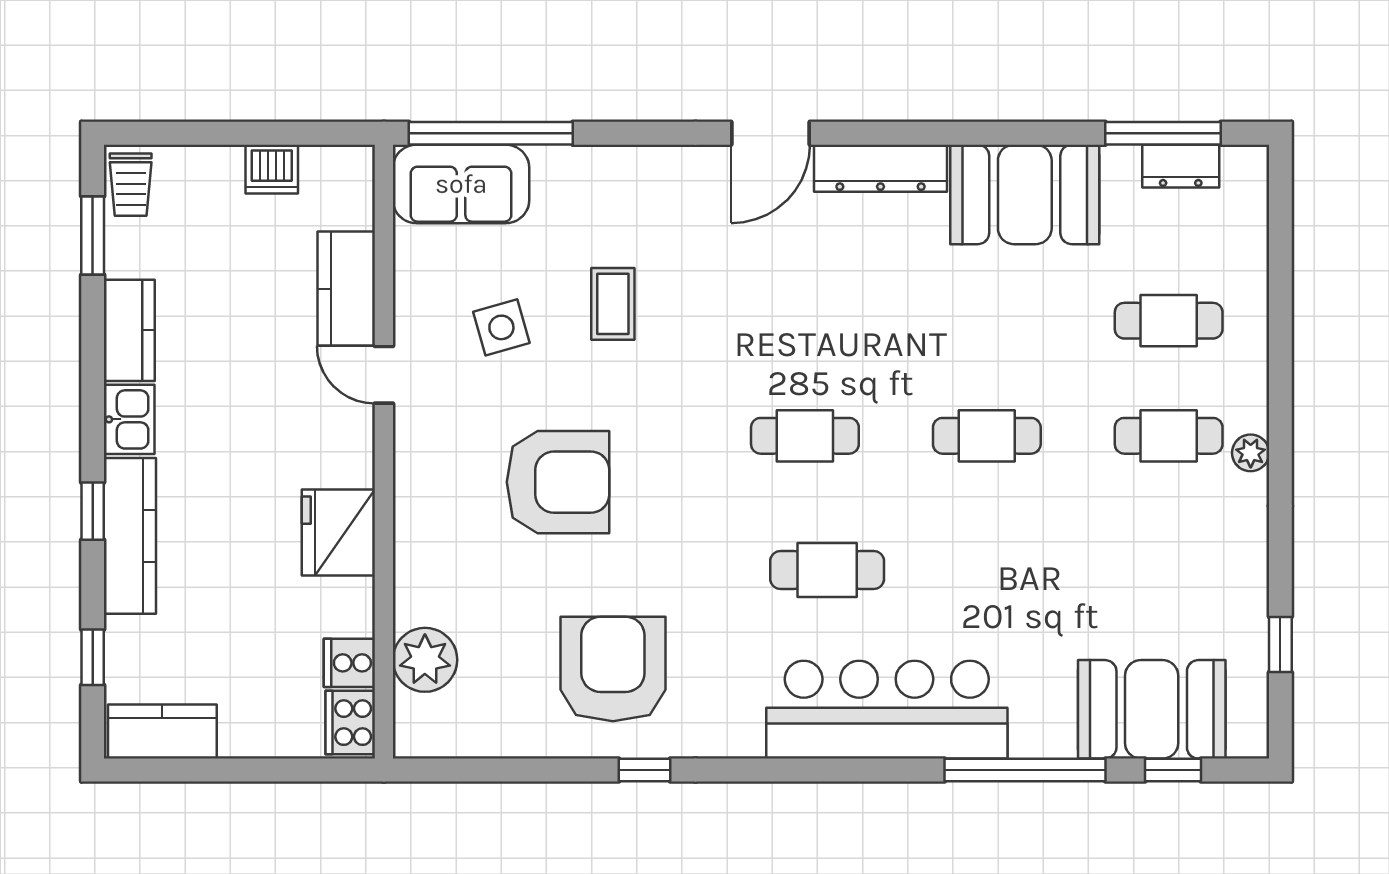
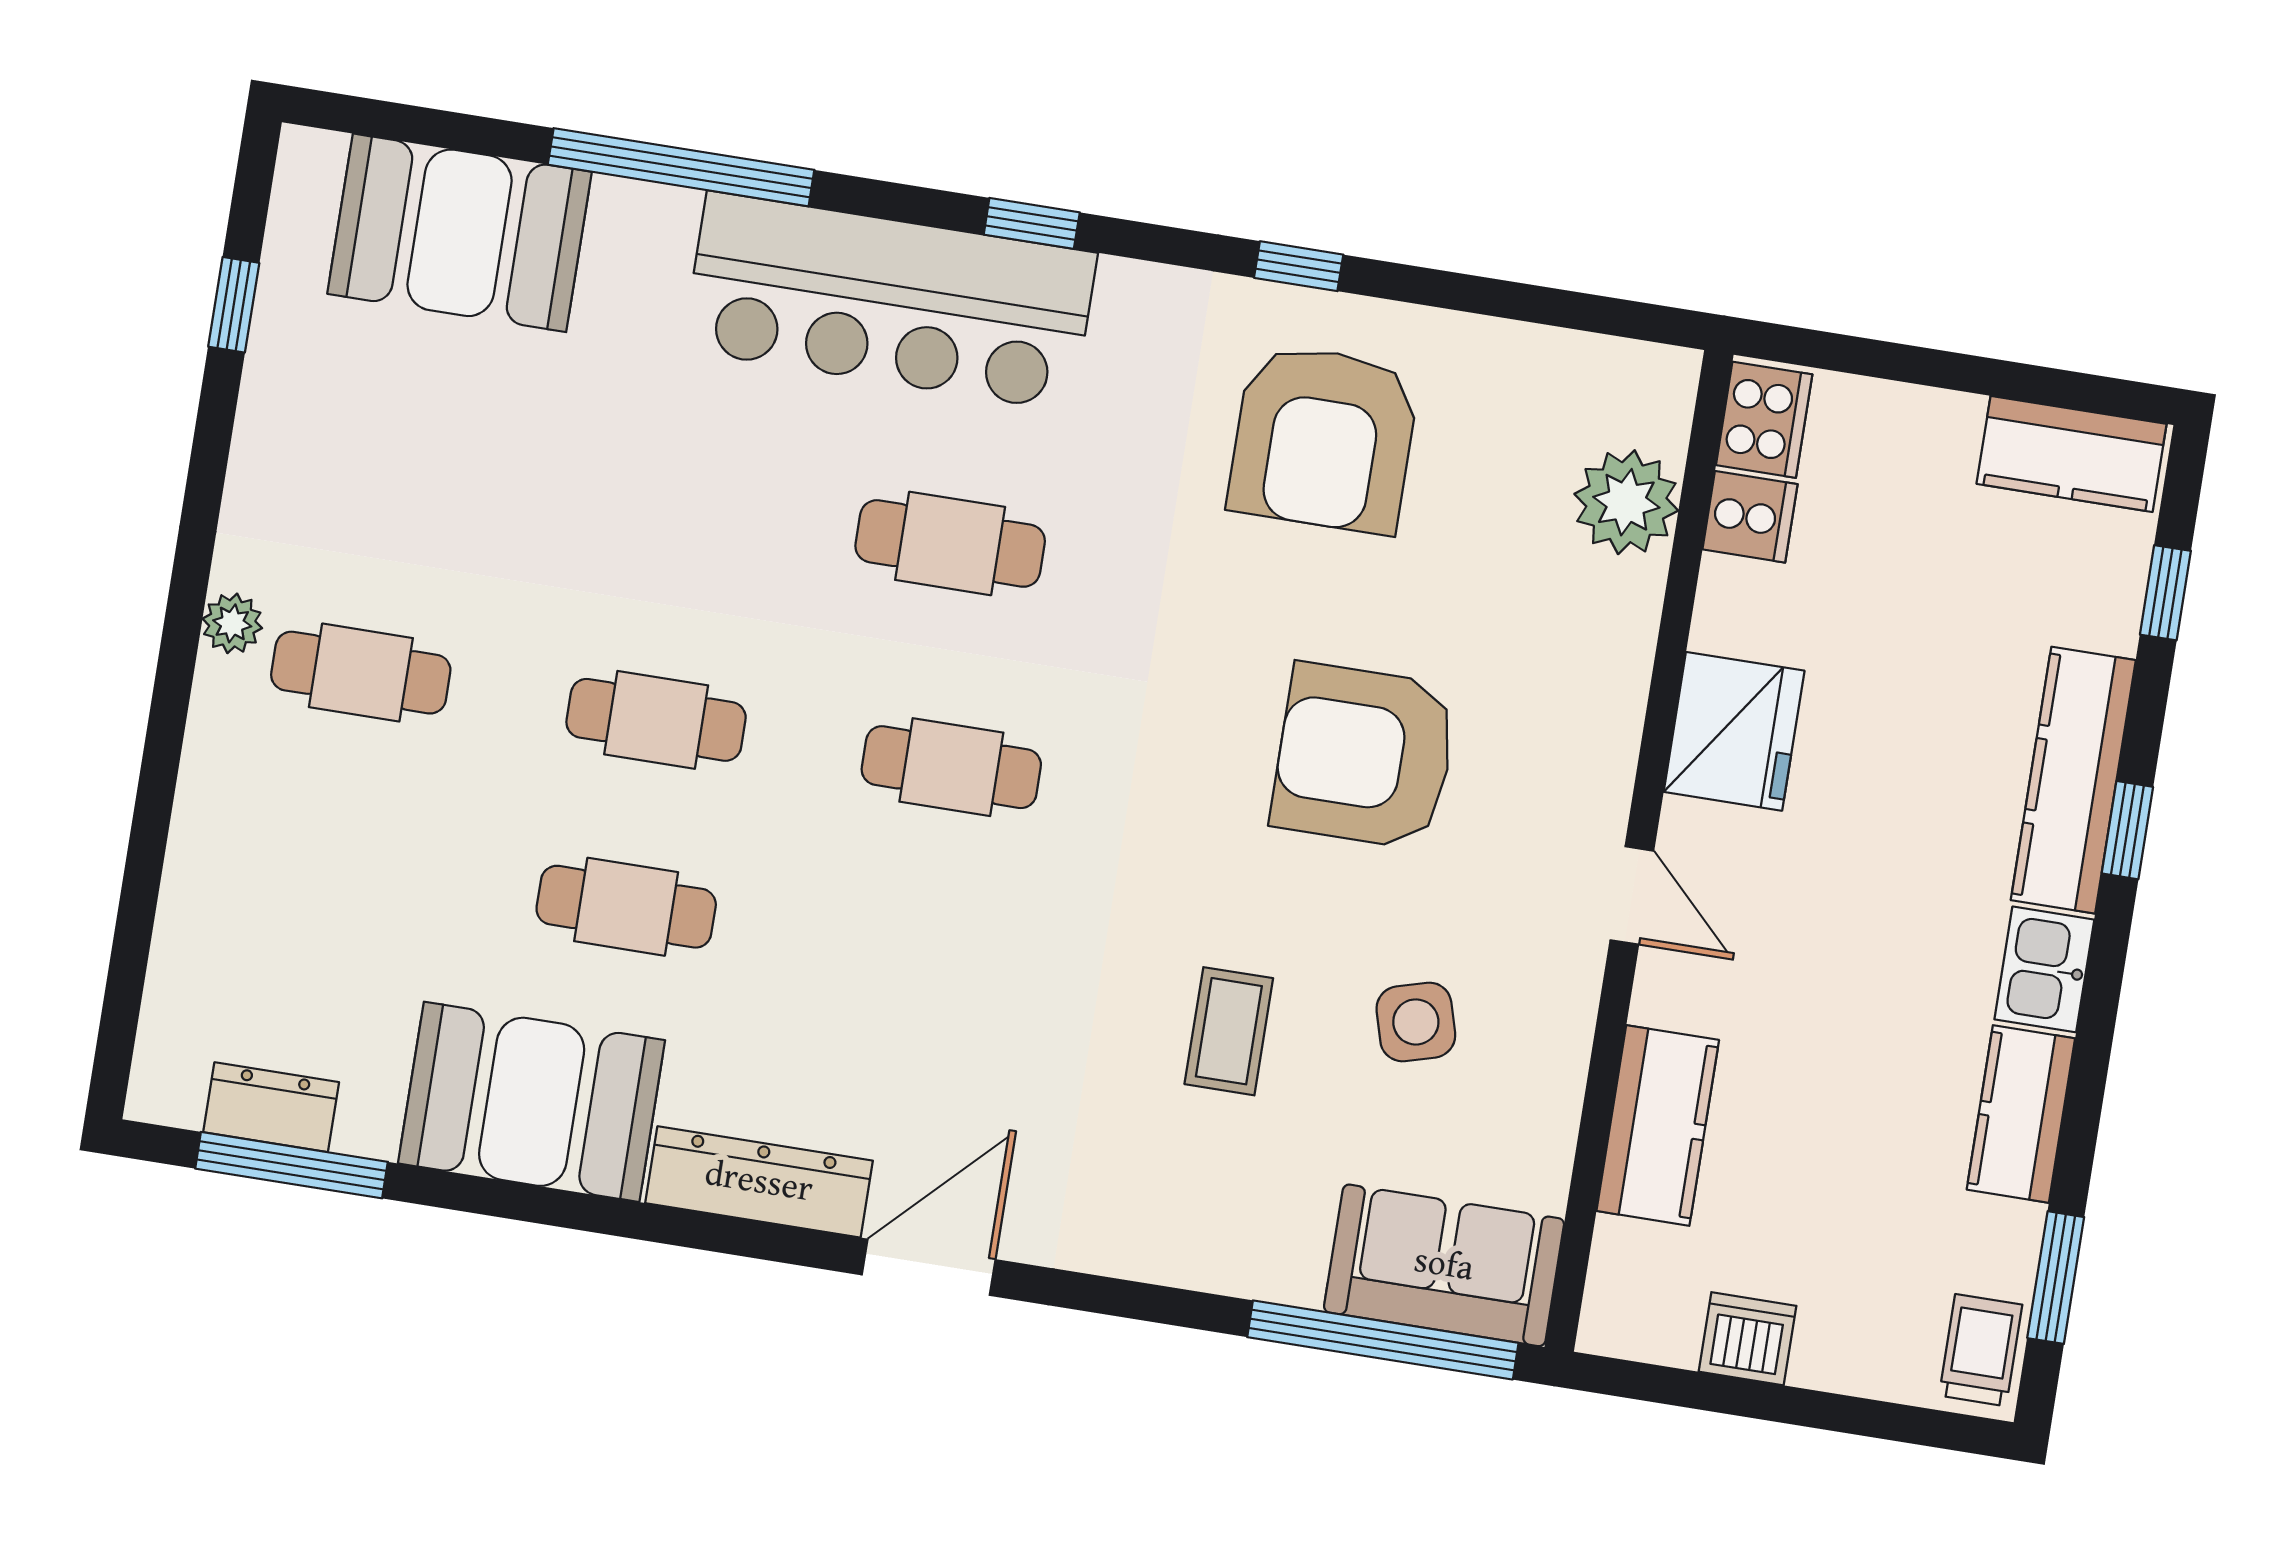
cafe table: (1169, 321) -> (626, 907), moved
door: (384, 375) -> (1632, 895), moved
window: (1173, 770) -> (1032, 223), moved

